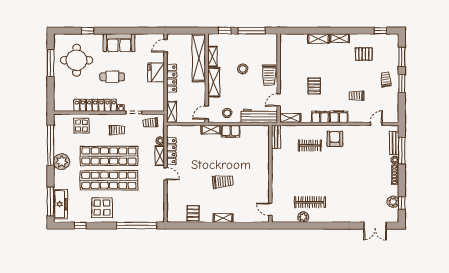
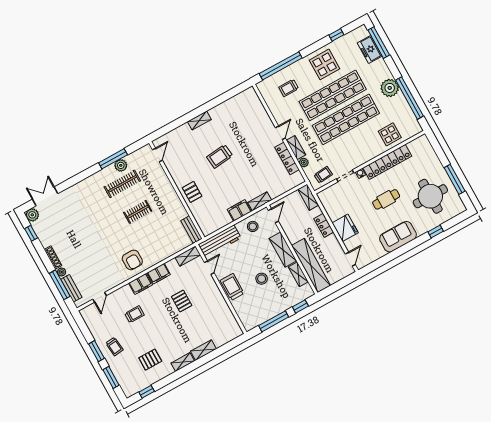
locker: (172, 78) -> (324, 225), width x0.66
trolley: (117, 130) -> (289, 88), moved
clothes rail: (310, 146) -> (138, 212), moved
door: (166, 174) -> (280, 133), swing flipped
plant: (393, 202) -> (32, 215), moved
freezer: (61, 204) -> (370, 49), width x0.71
door: (270, 209) -> (157, 155), hinge flipped
pallet: (193, 213) -> (192, 192), moved
window: (306, 226) -> (113, 159), added

